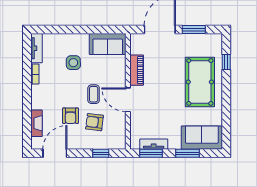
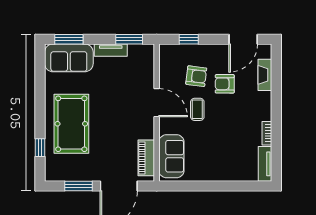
sofa: (108, 44) -> (171, 156), moved, turned 90
side table: (73, 63) -> (221, 147), removed
piano: (137, 70) -> (146, 158), moved
armchair: (70, 116) -> (225, 84), turned -90
tv unit: (154, 144) -> (111, 50), moved
window: (188, 153) -> (69, 39), moved

